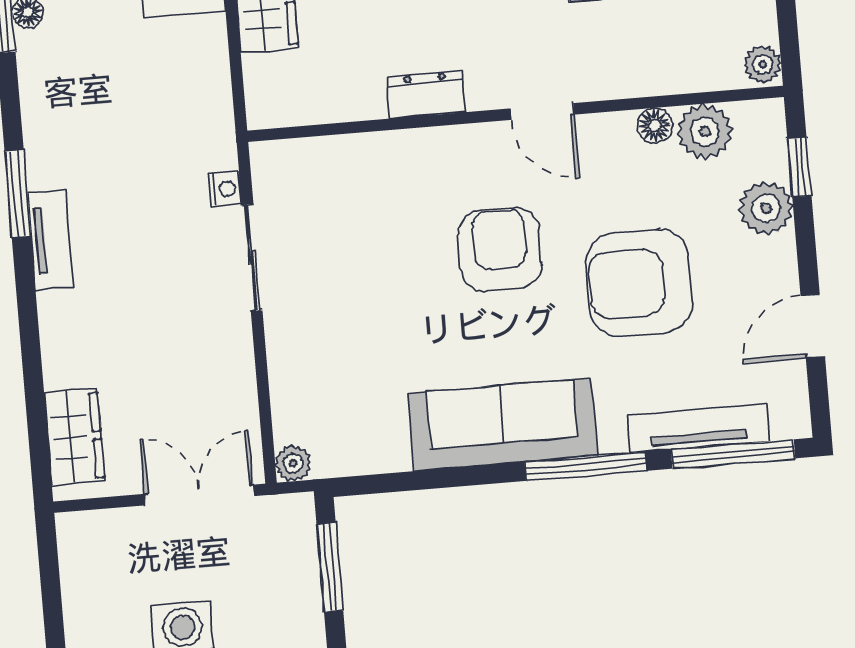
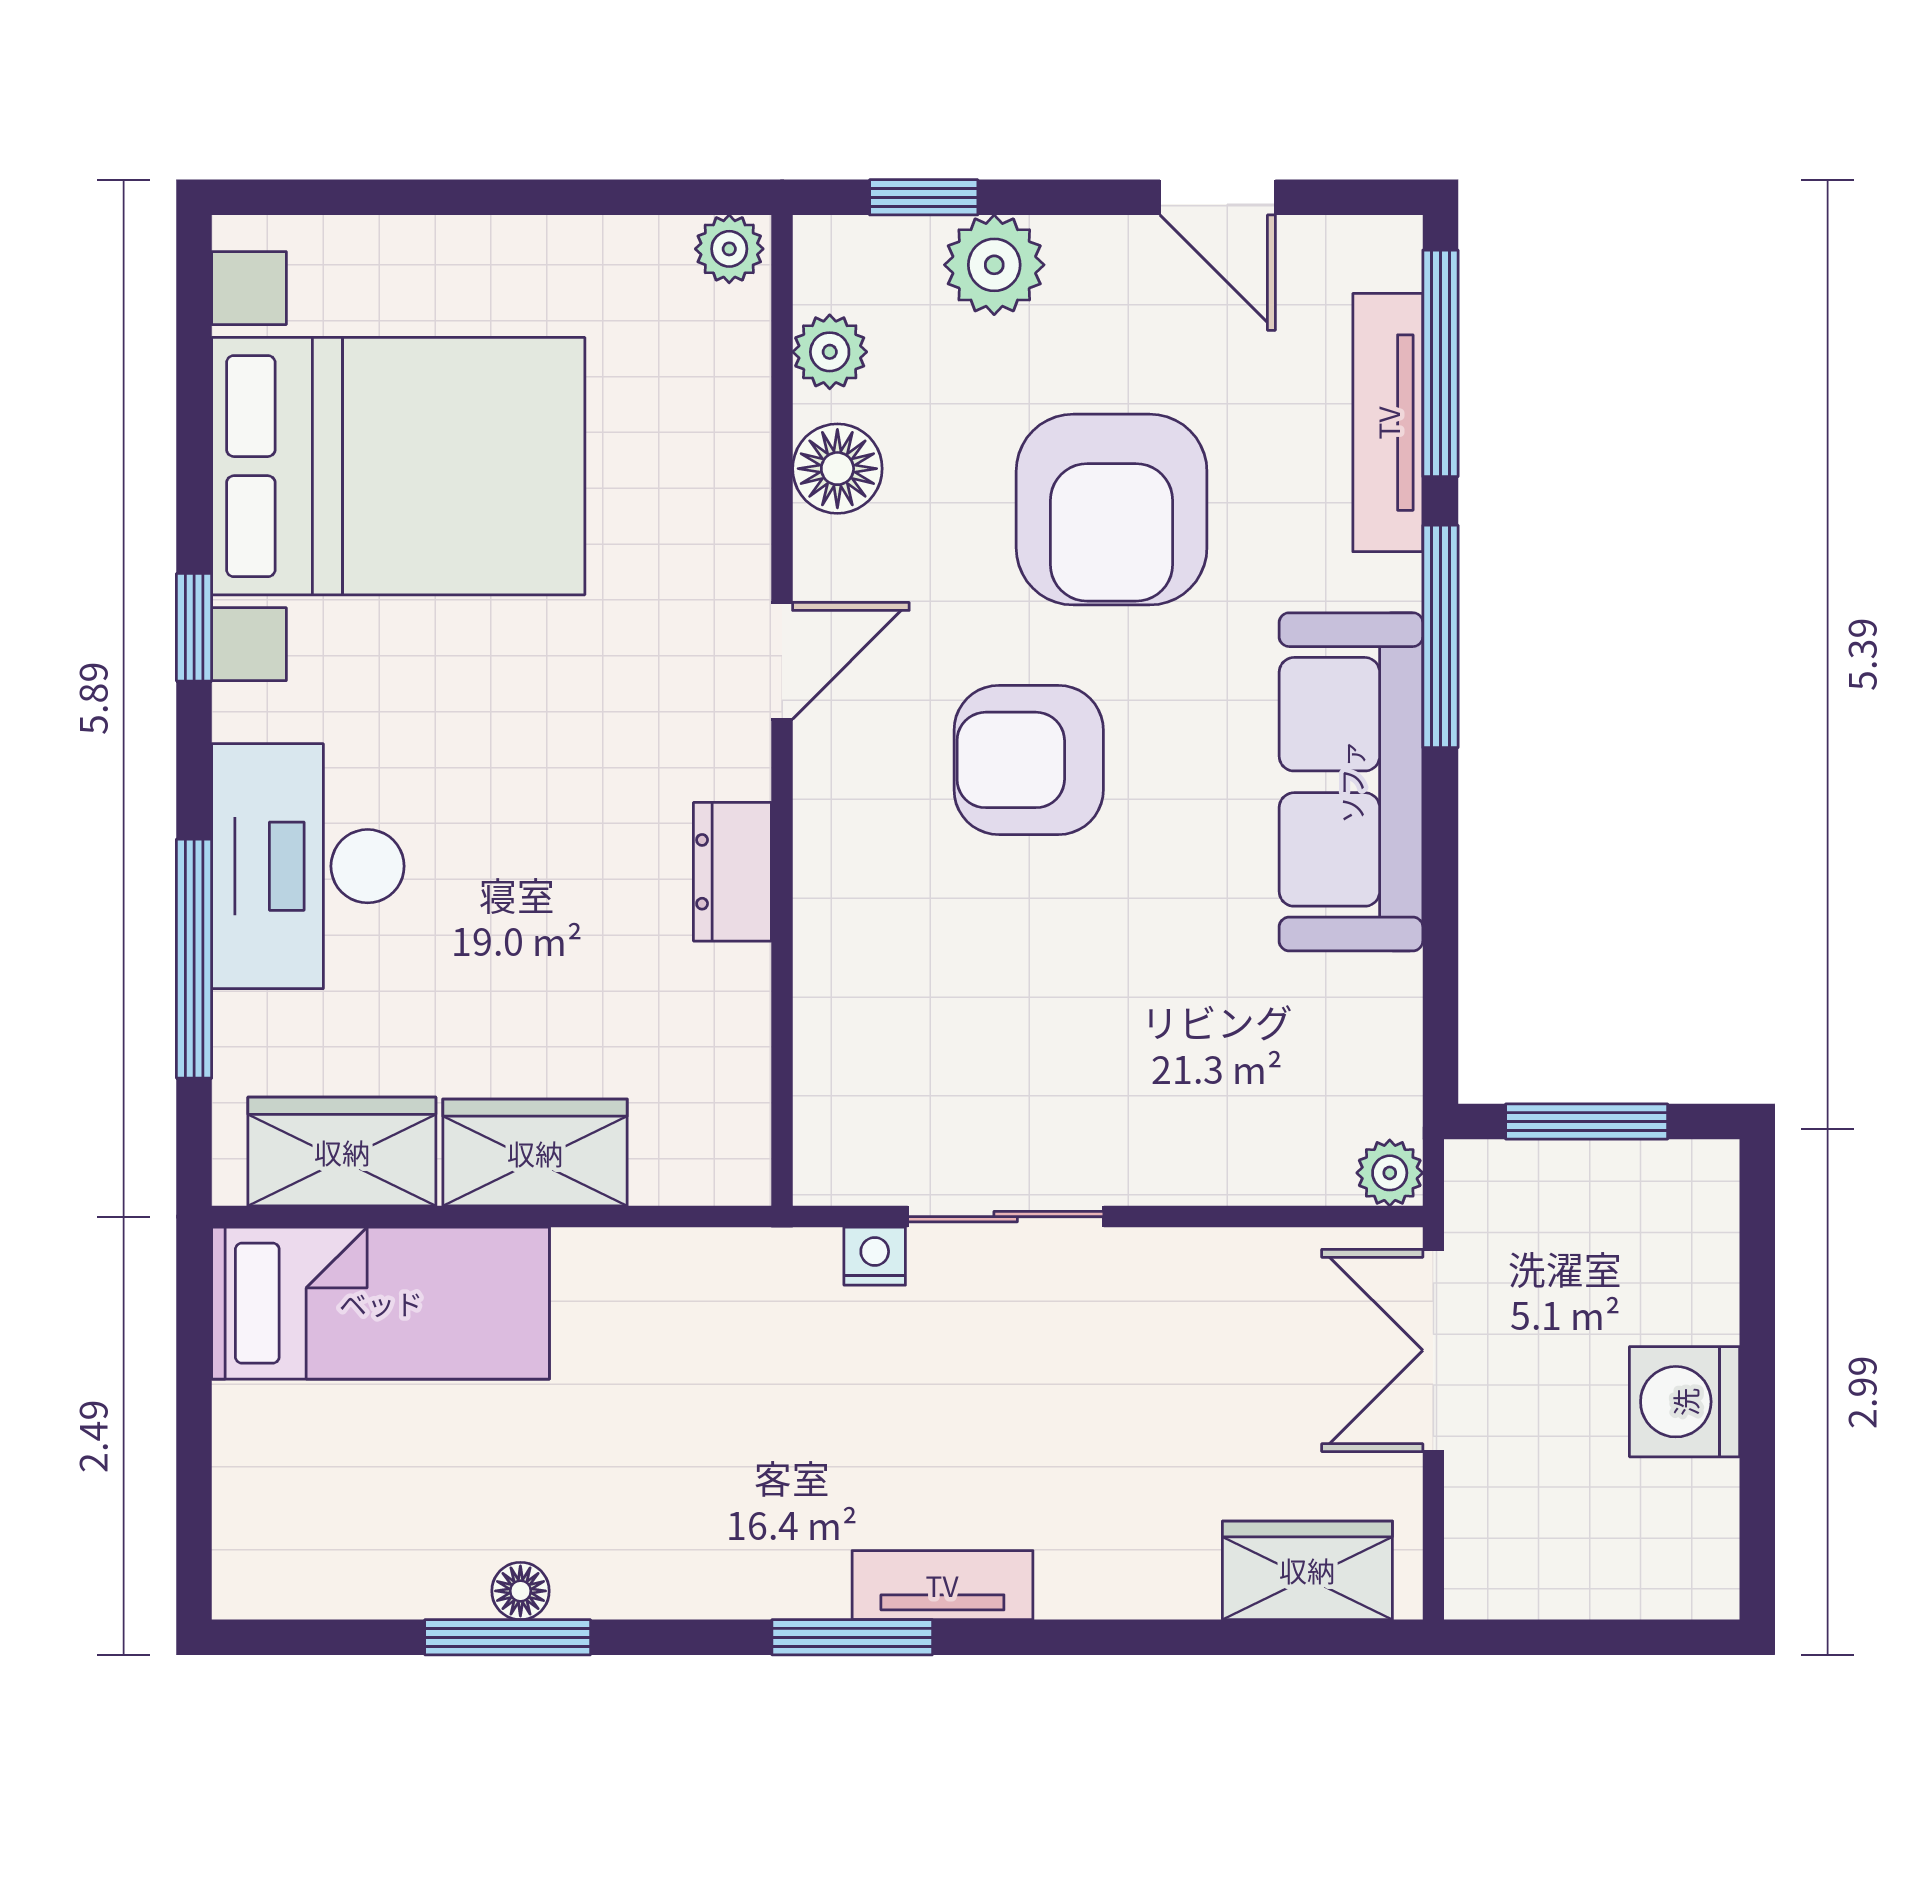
floor lamp: (655, 126) -> (837, 469), width x1.37, depth x1.37
plant: (705, 131) -> (830, 352), width x0.73, depth x0.73

